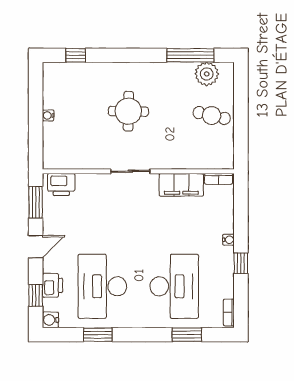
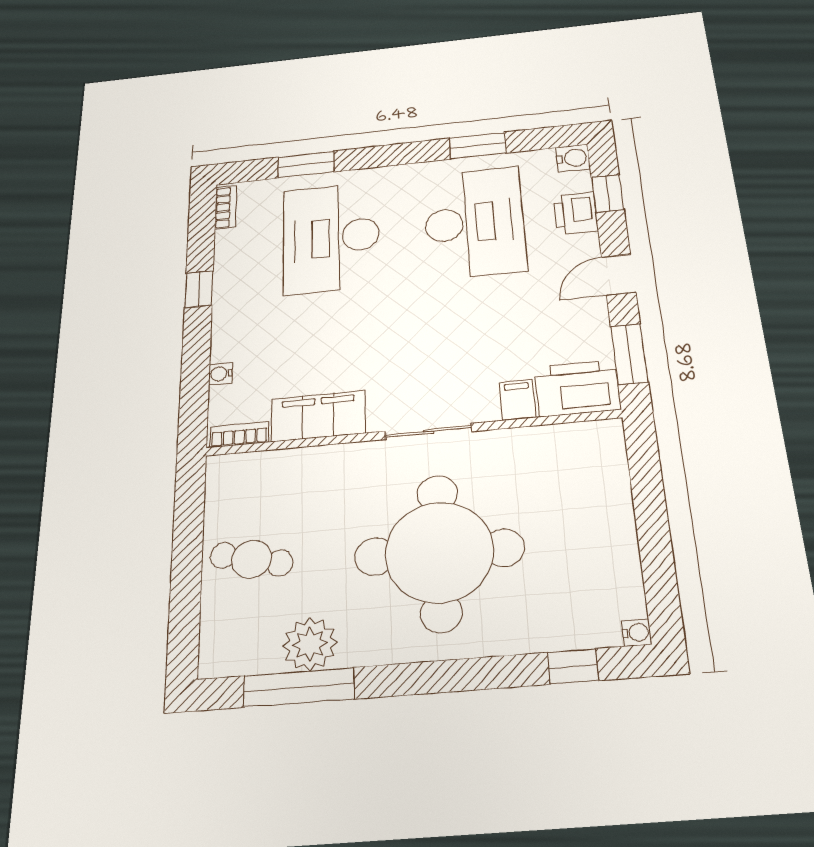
plant: (207, 74) -> (310, 644), moved
round table: (128, 111) -> (439, 552), width x1.86, depth x1.86
water cooler: (48, 115) -> (637, 633), moved
filing cabinet: (89, 184) -> (518, 400), added
printer: (61, 185) -> (577, 388), width x1.37, depth x1.19
water cooler: (228, 240) -> (221, 374), moved

